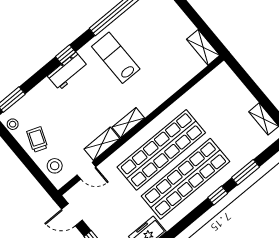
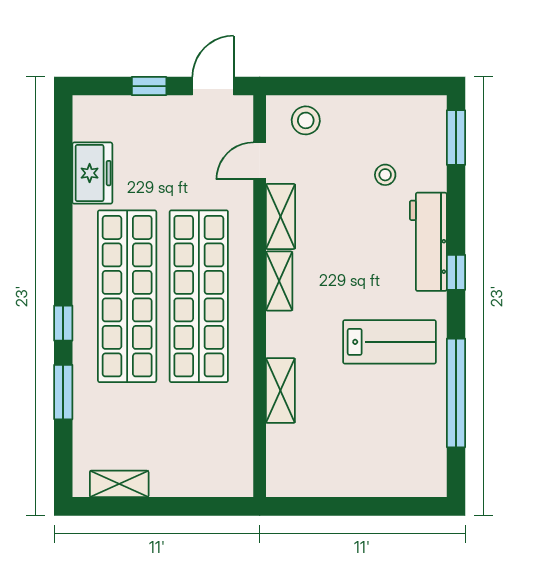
shelving: (203, 47) -> (280, 391), moved, turned 90
workbench: (68, 71) -> (428, 242), width x1.38
stool: (13, 124) -> (385, 175), moved
trolley: (37, 139) -> (366, 127), removed

